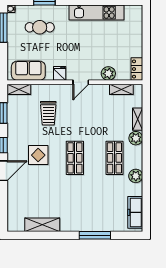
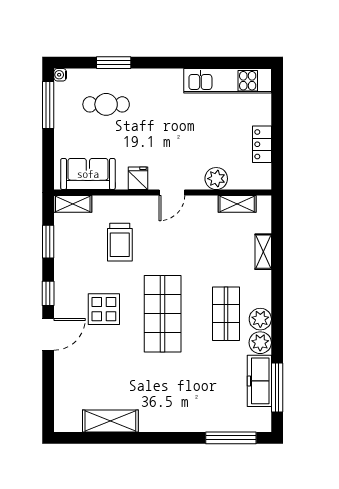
kitchen unit: (96, 13) -> (228, 81), moved
locker: (137, 69) -> (262, 144), moved
plant: (136, 138) -> (260, 319), moved
shop shelf: (75, 158) -> (163, 314), width x1.43, depth x1.36
window: (146, 204) -> (277, 387), added
freezer: (135, 212) -> (259, 381), moved
window: (95, 235) -> (231, 438), moved

